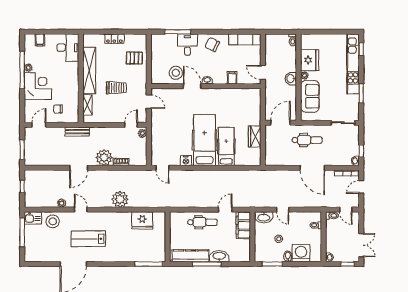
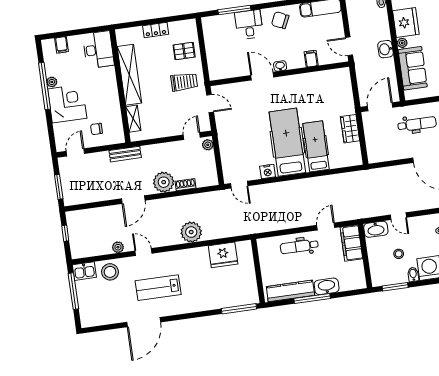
stool: (176, 73) -> (239, 62), removed
trolley: (116, 88) -> (184, 82), moved
dental chair: (202, 222) -> (299, 246), turned 180

